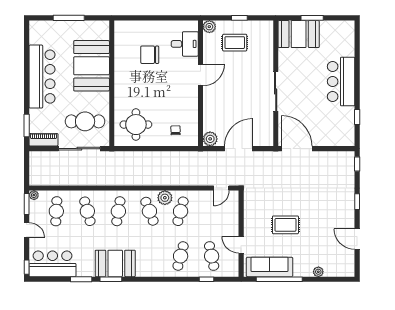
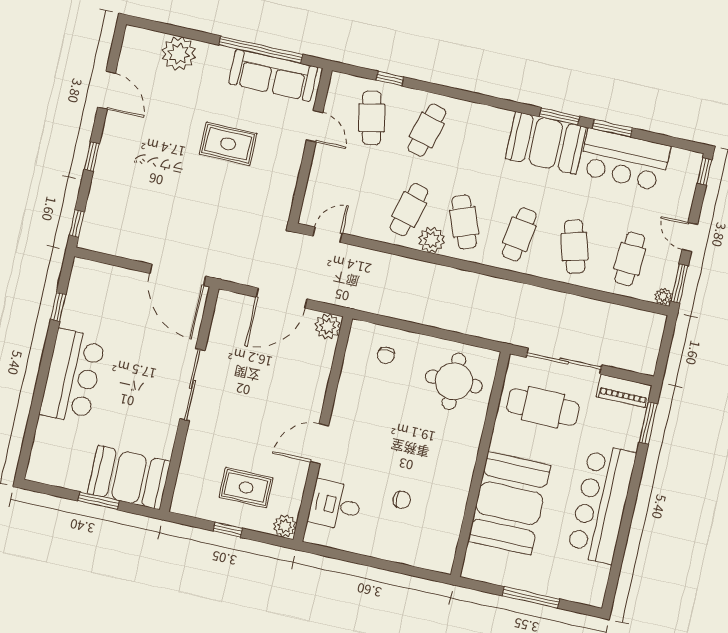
chair: (150, 55) -> (402, 500), width x0.54, depth x0.54
bar counter: (53, 264) -> (625, 160), moved
plant: (318, 272) -> (179, 54), width x1.87, depth x1.87

